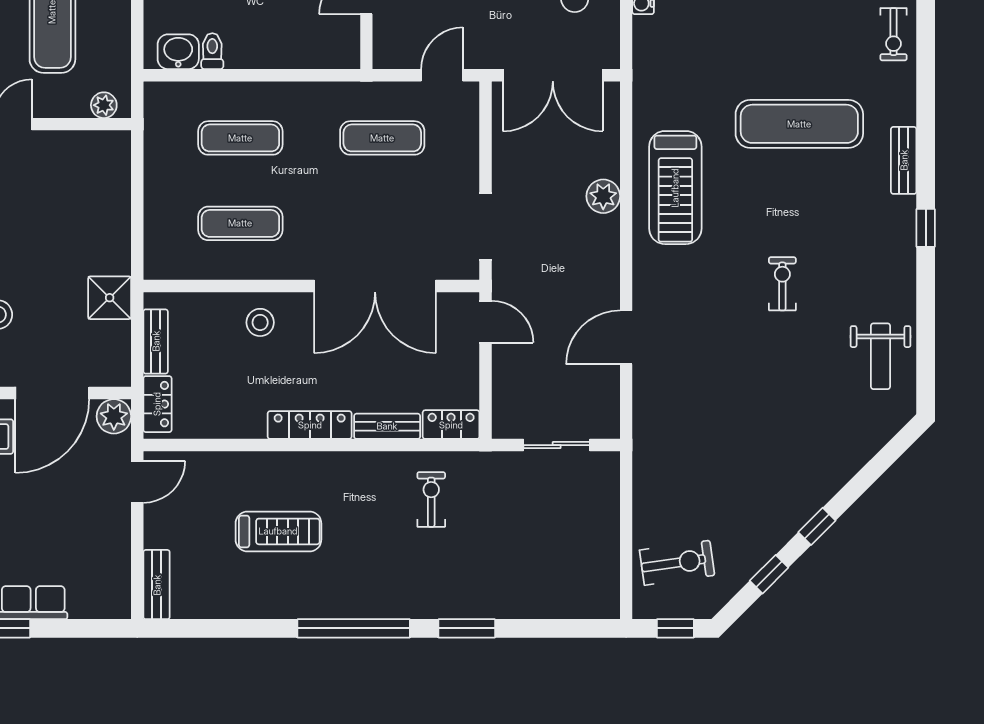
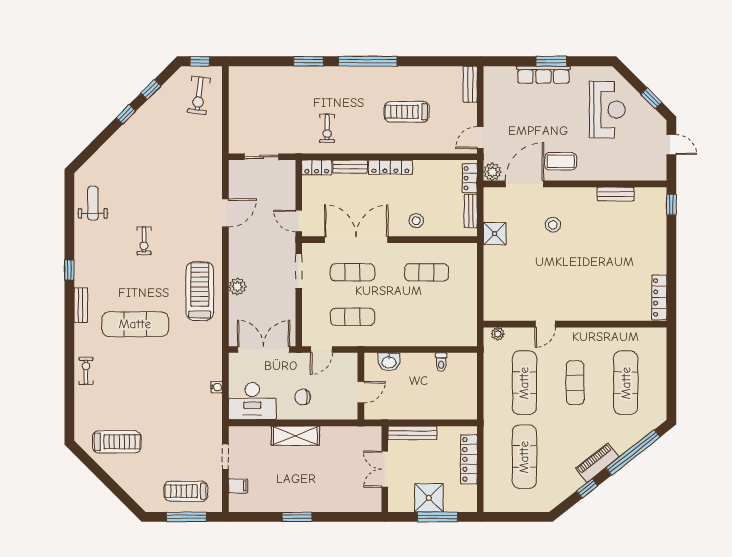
washbasin: (178, 52) -> (389, 362), moved
exercise mat: (240, 138) -> (353, 272), moved
exercise bike: (677, 563) -> (199, 95), turned -75

